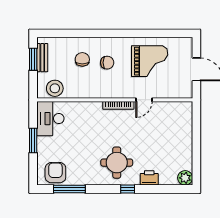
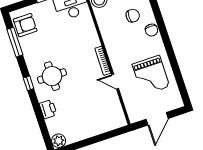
chair: (107, 63) -> (151, 30), moved
window: (128, 189) -> (29, 83), moved

